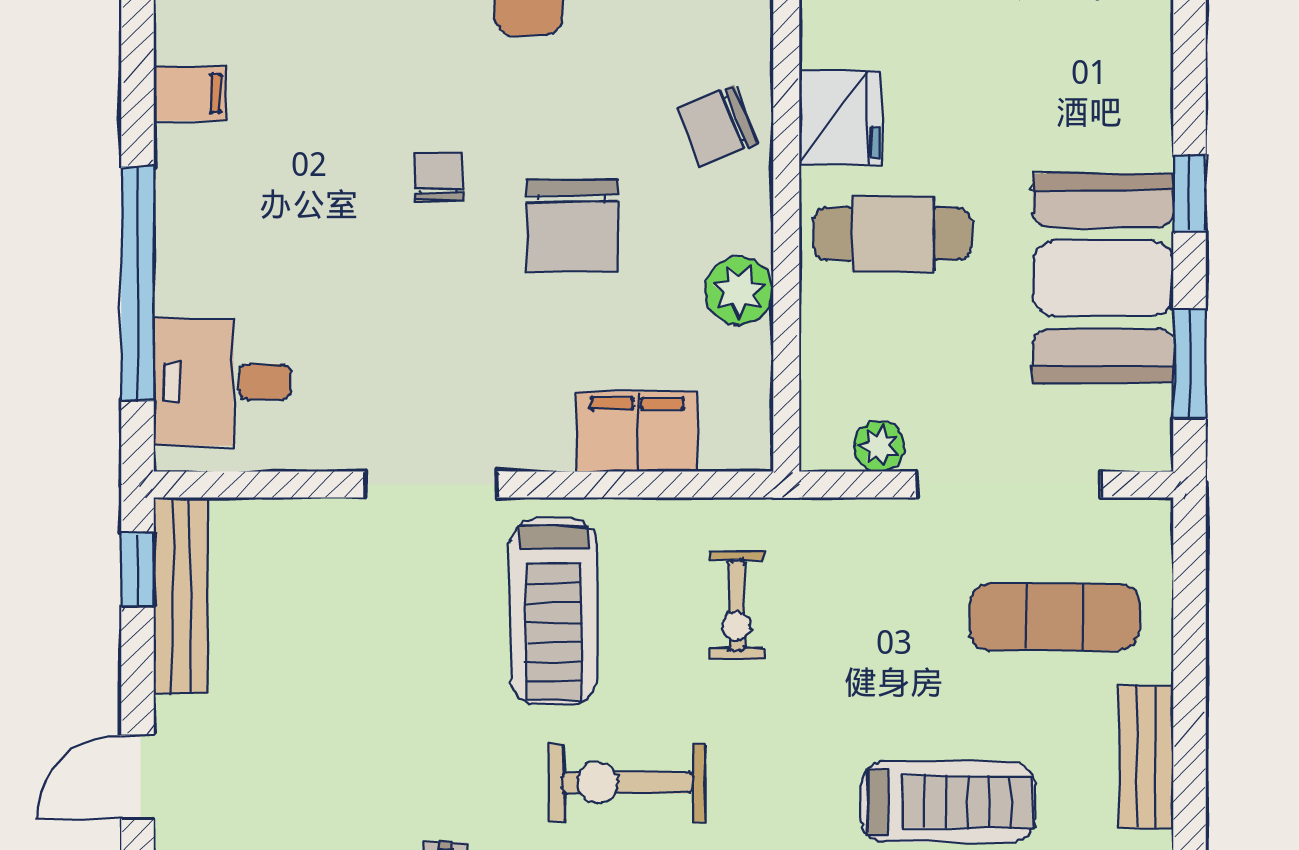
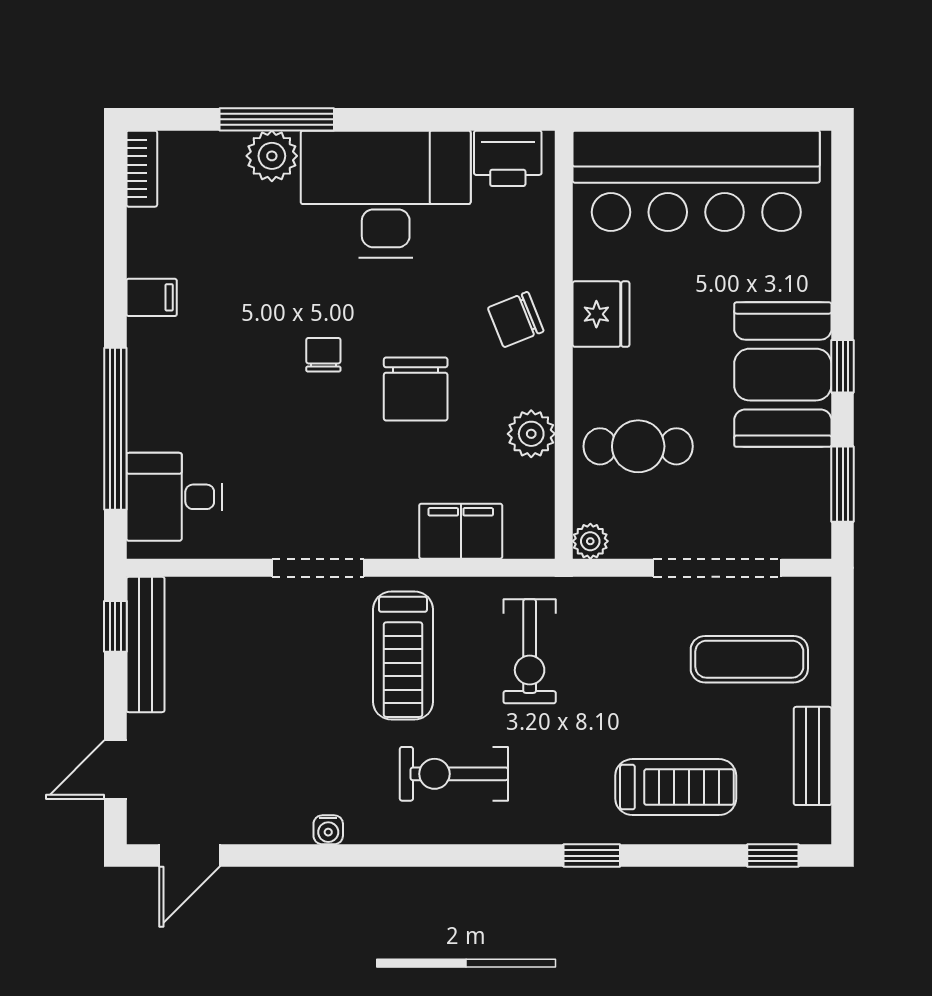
cafe table: (893, 234) -> (638, 446), moved
booth: (1103, 278) -> (783, 375), moved
plant: (879, 446) -> (590, 541), moved
exercise bike: (737, 605) -> (530, 651), width x1.38, depth x1.39

